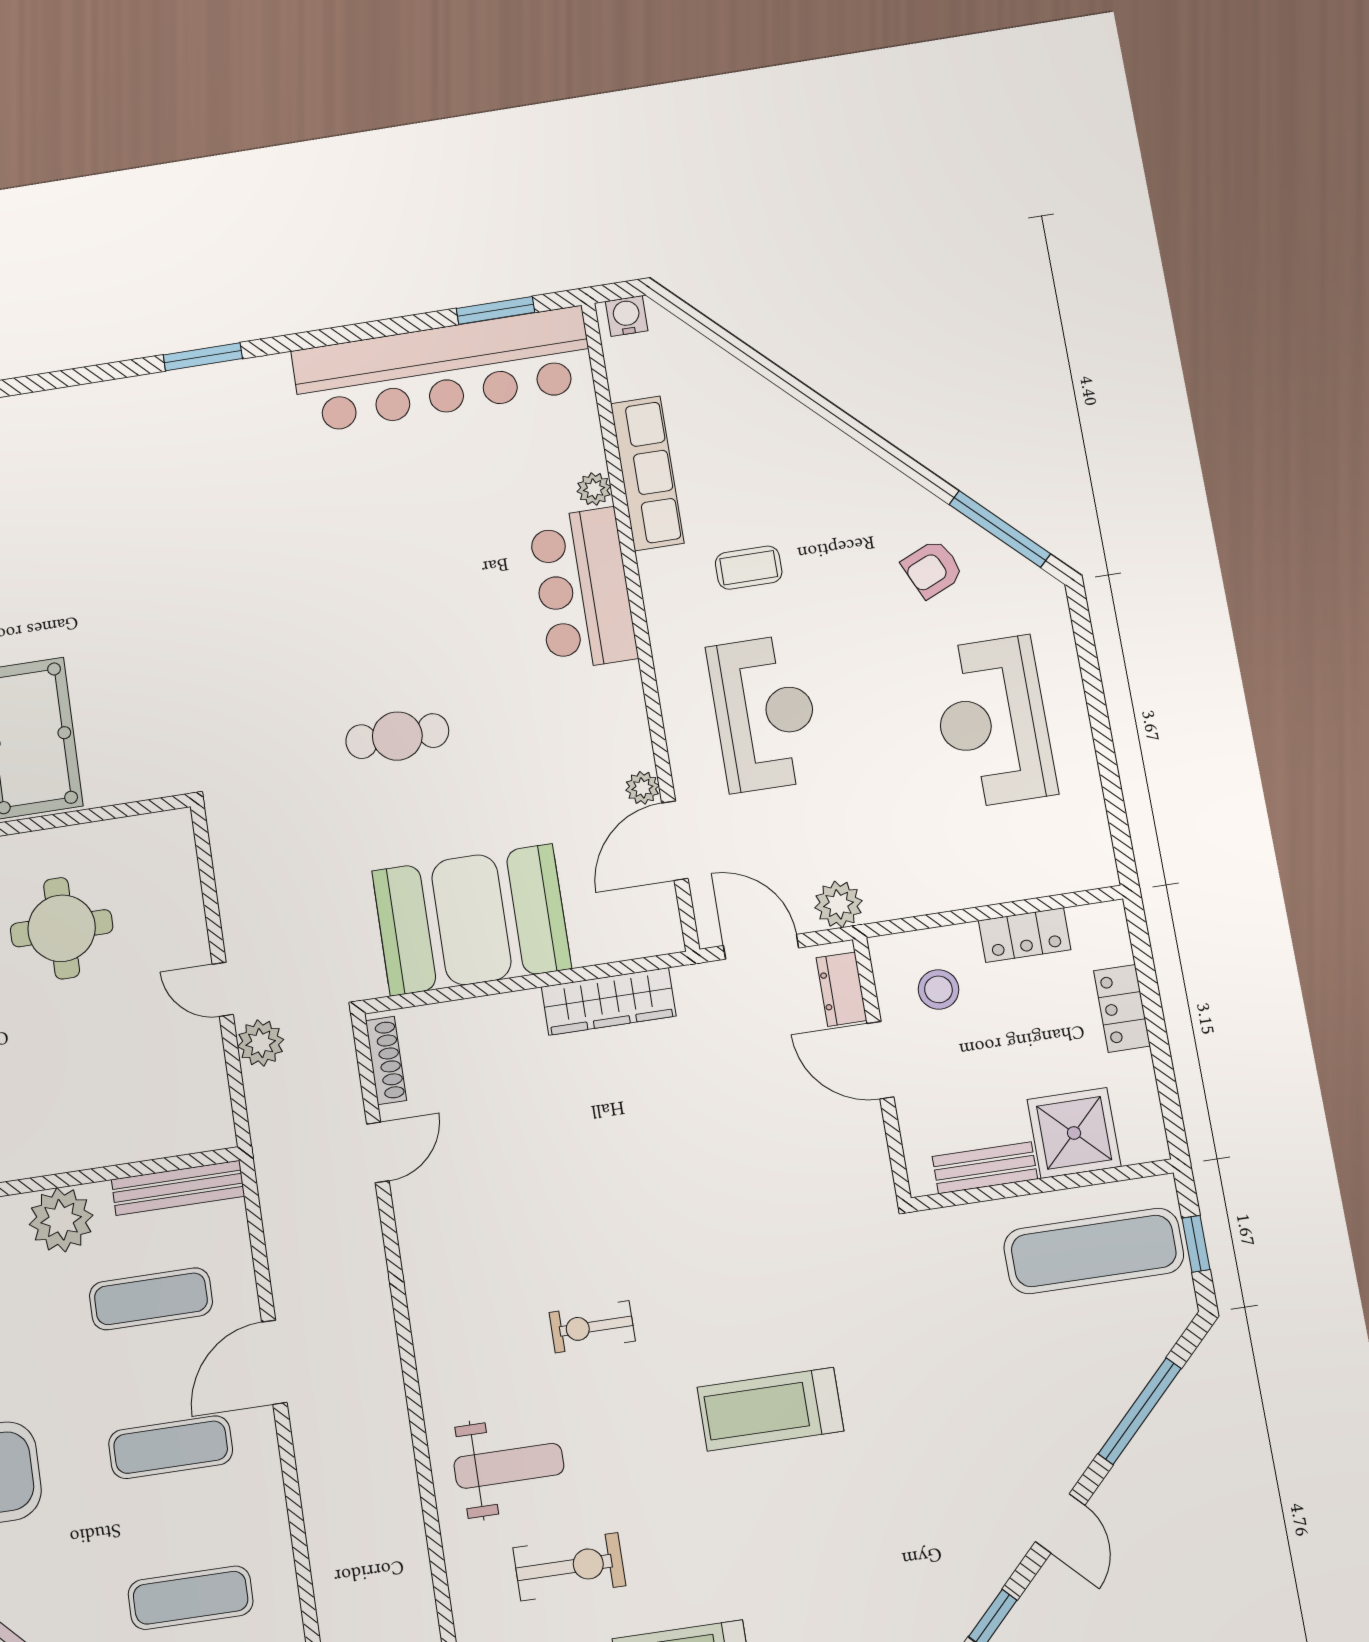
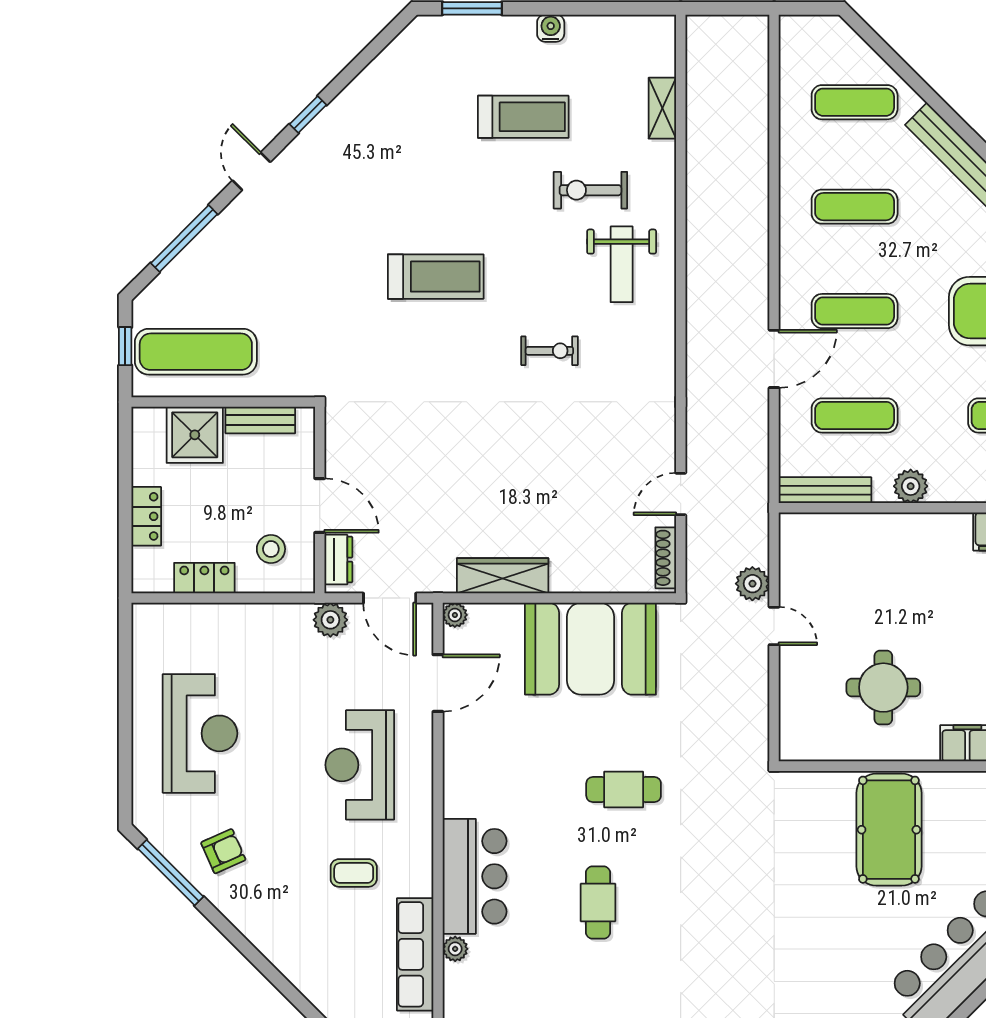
cafe table: (410, 580) -> (598, 903), added
plant: (642, 788) -> (455, 615), moved
plant: (61, 1220) -> (911, 486), width x0.73, depth x0.73
weight bench: (509, 1466) -> (622, 264), turned -90

